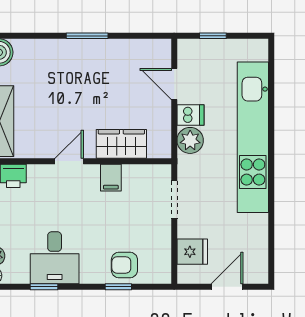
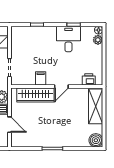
wardrobe: (121, 144) -> (35, 95), width x1.50
armchair: (124, 265) -> (34, 35), removed

